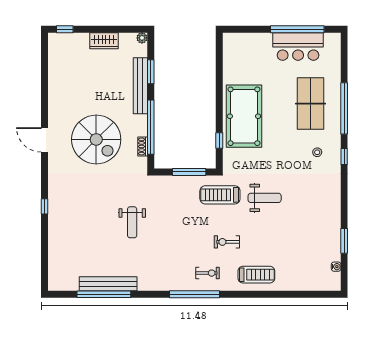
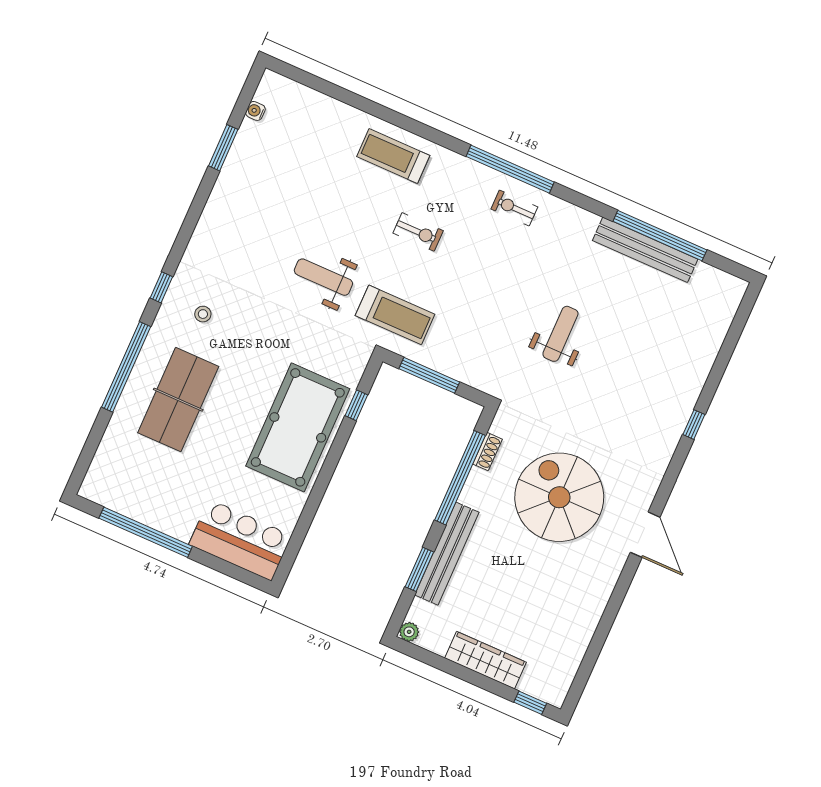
wardrobe: (104, 41) -> (486, 660), width x1.50
bar counter: (298, 47) -> (240, 540), moved
exercise bike: (208, 273) -> (514, 208), moved

